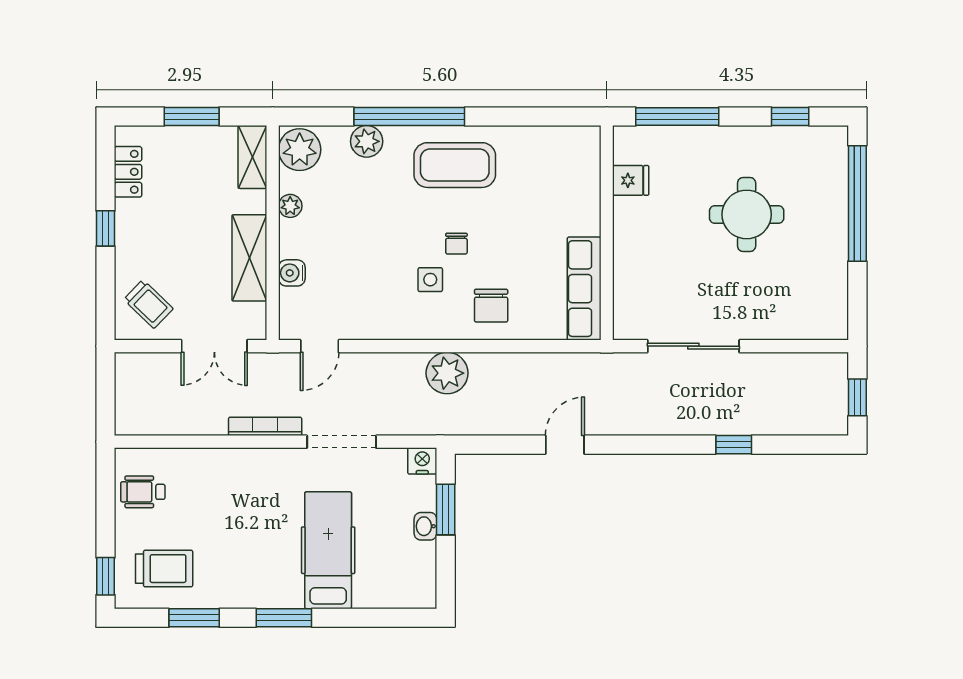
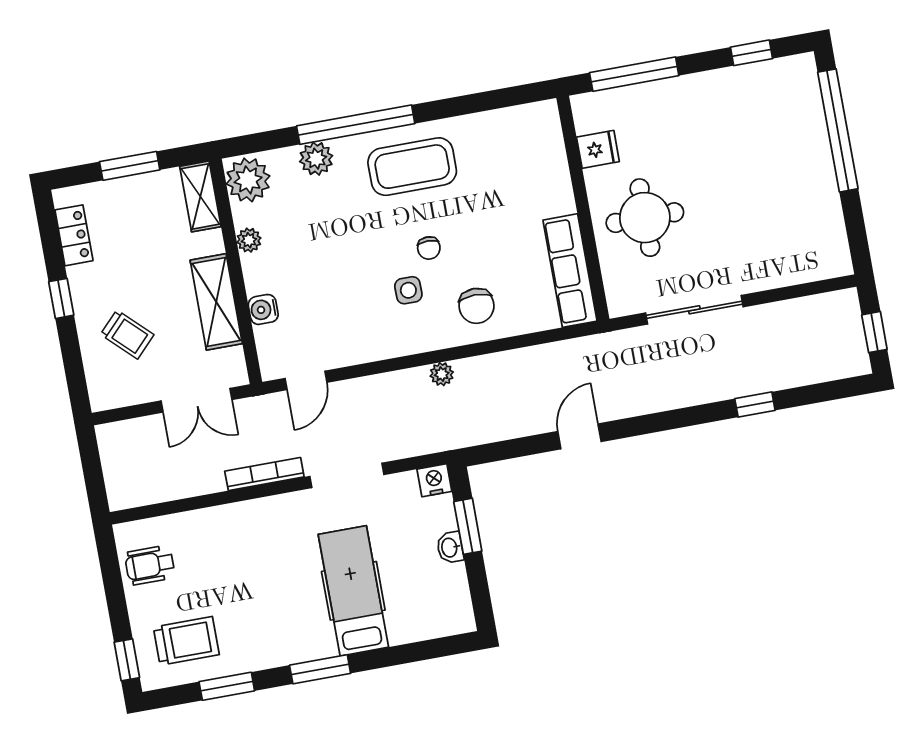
round table: (747, 214) -> (645, 218), moved
trolley: (148, 304) -> (127, 334), moved
plant: (447, 373) -> (442, 374), width x0.53, depth x0.53

